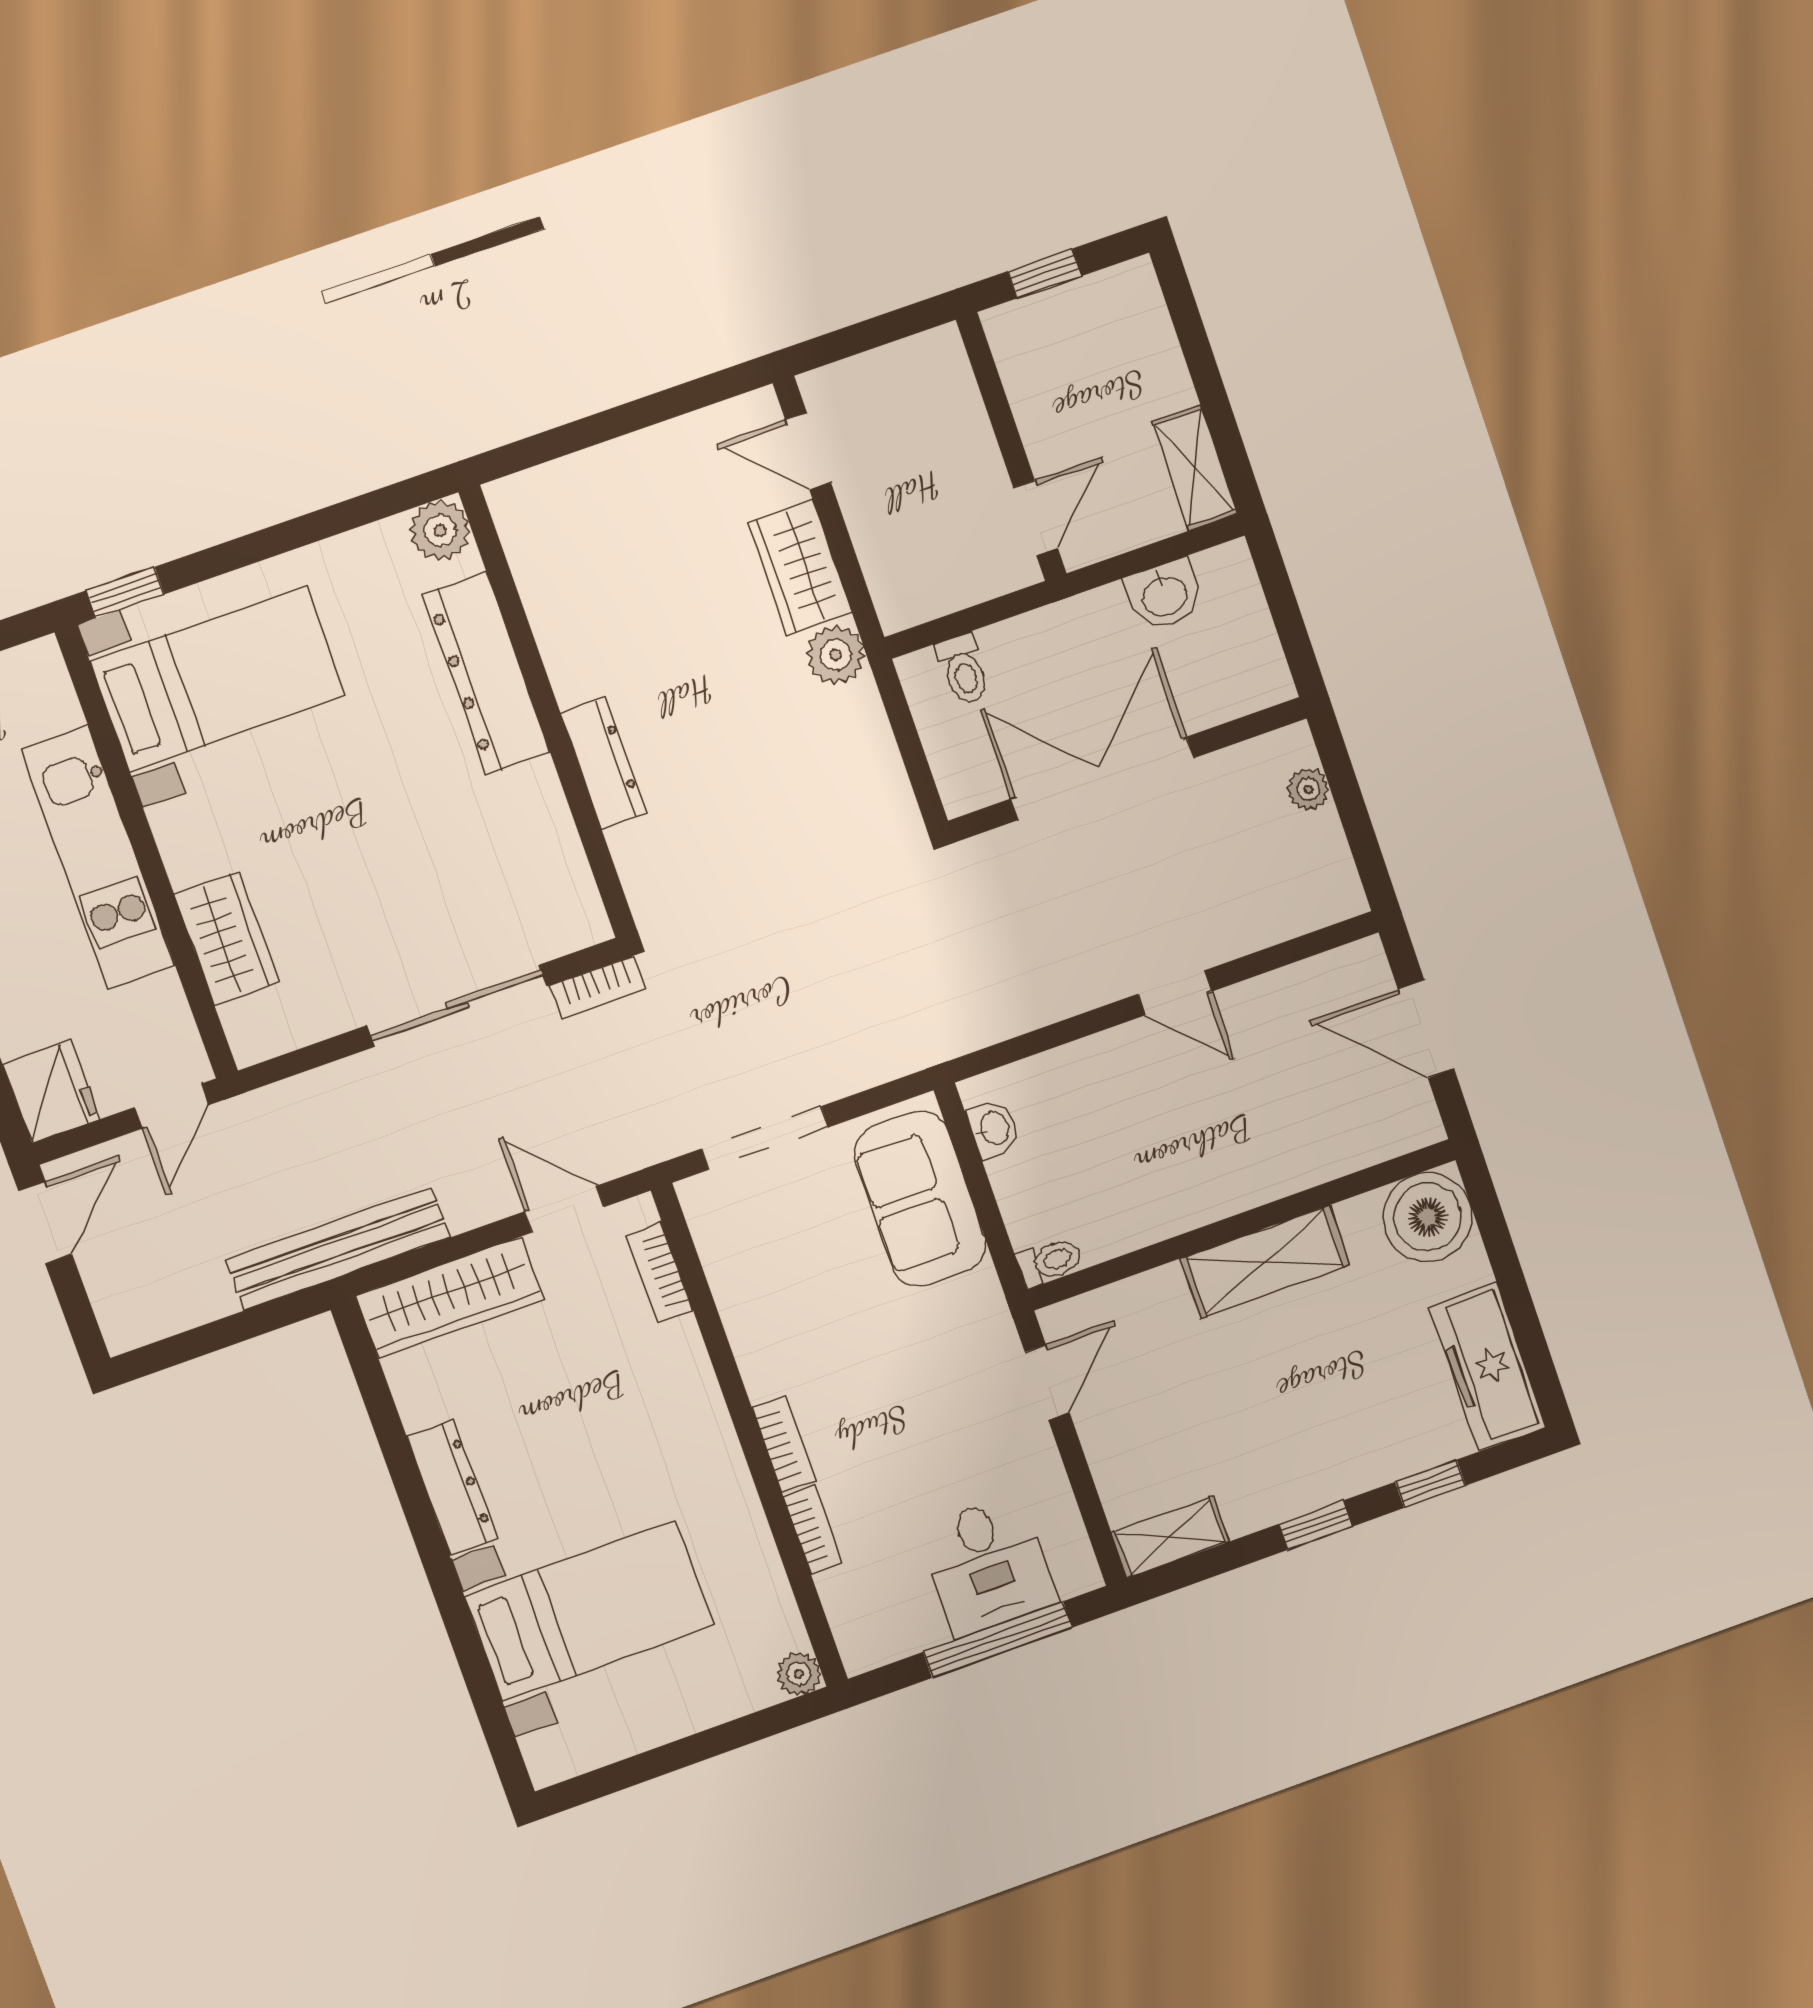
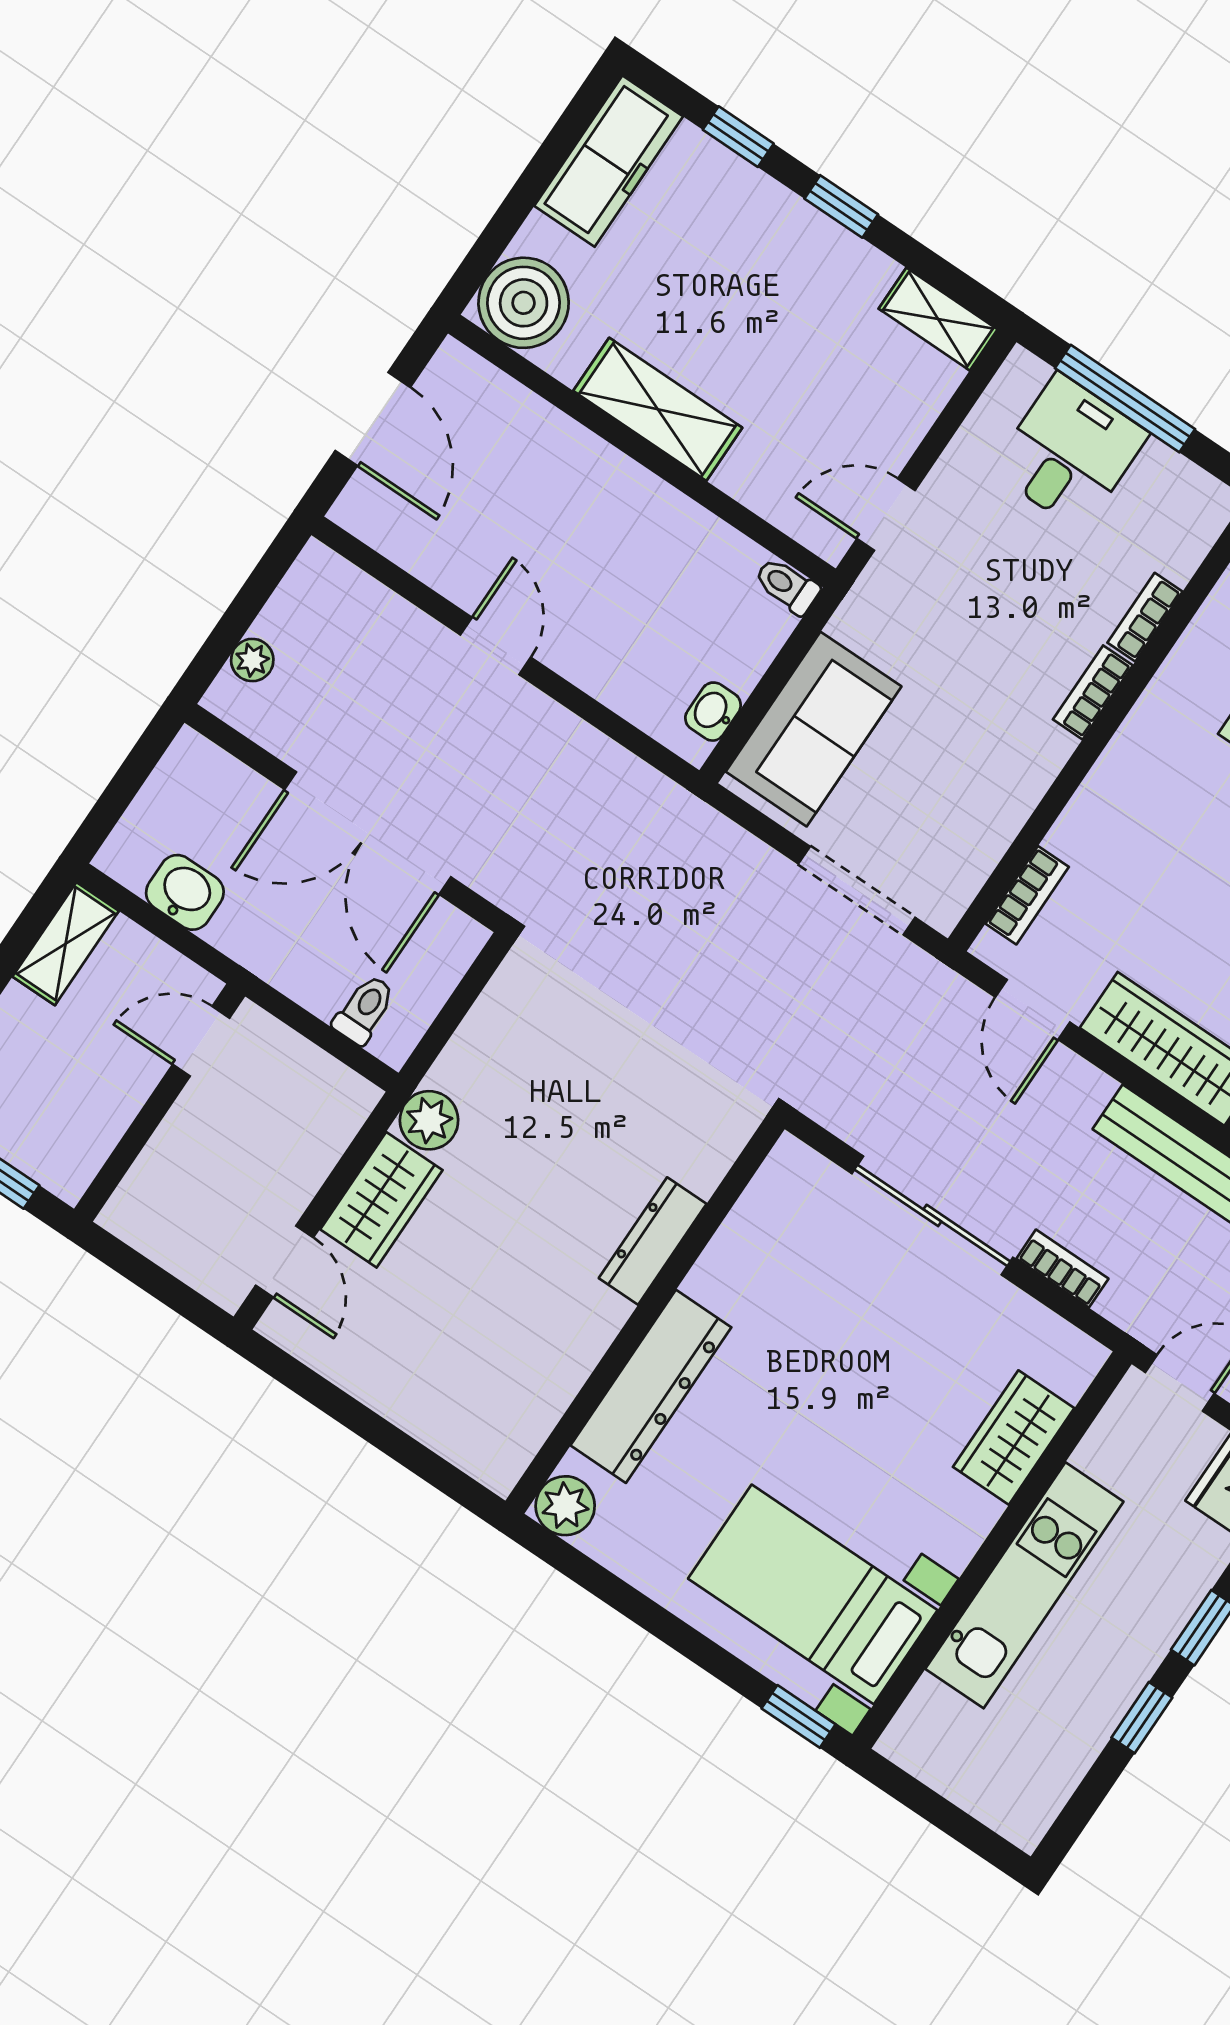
bookcase: (597, 987) -> (1062, 1269), moved

